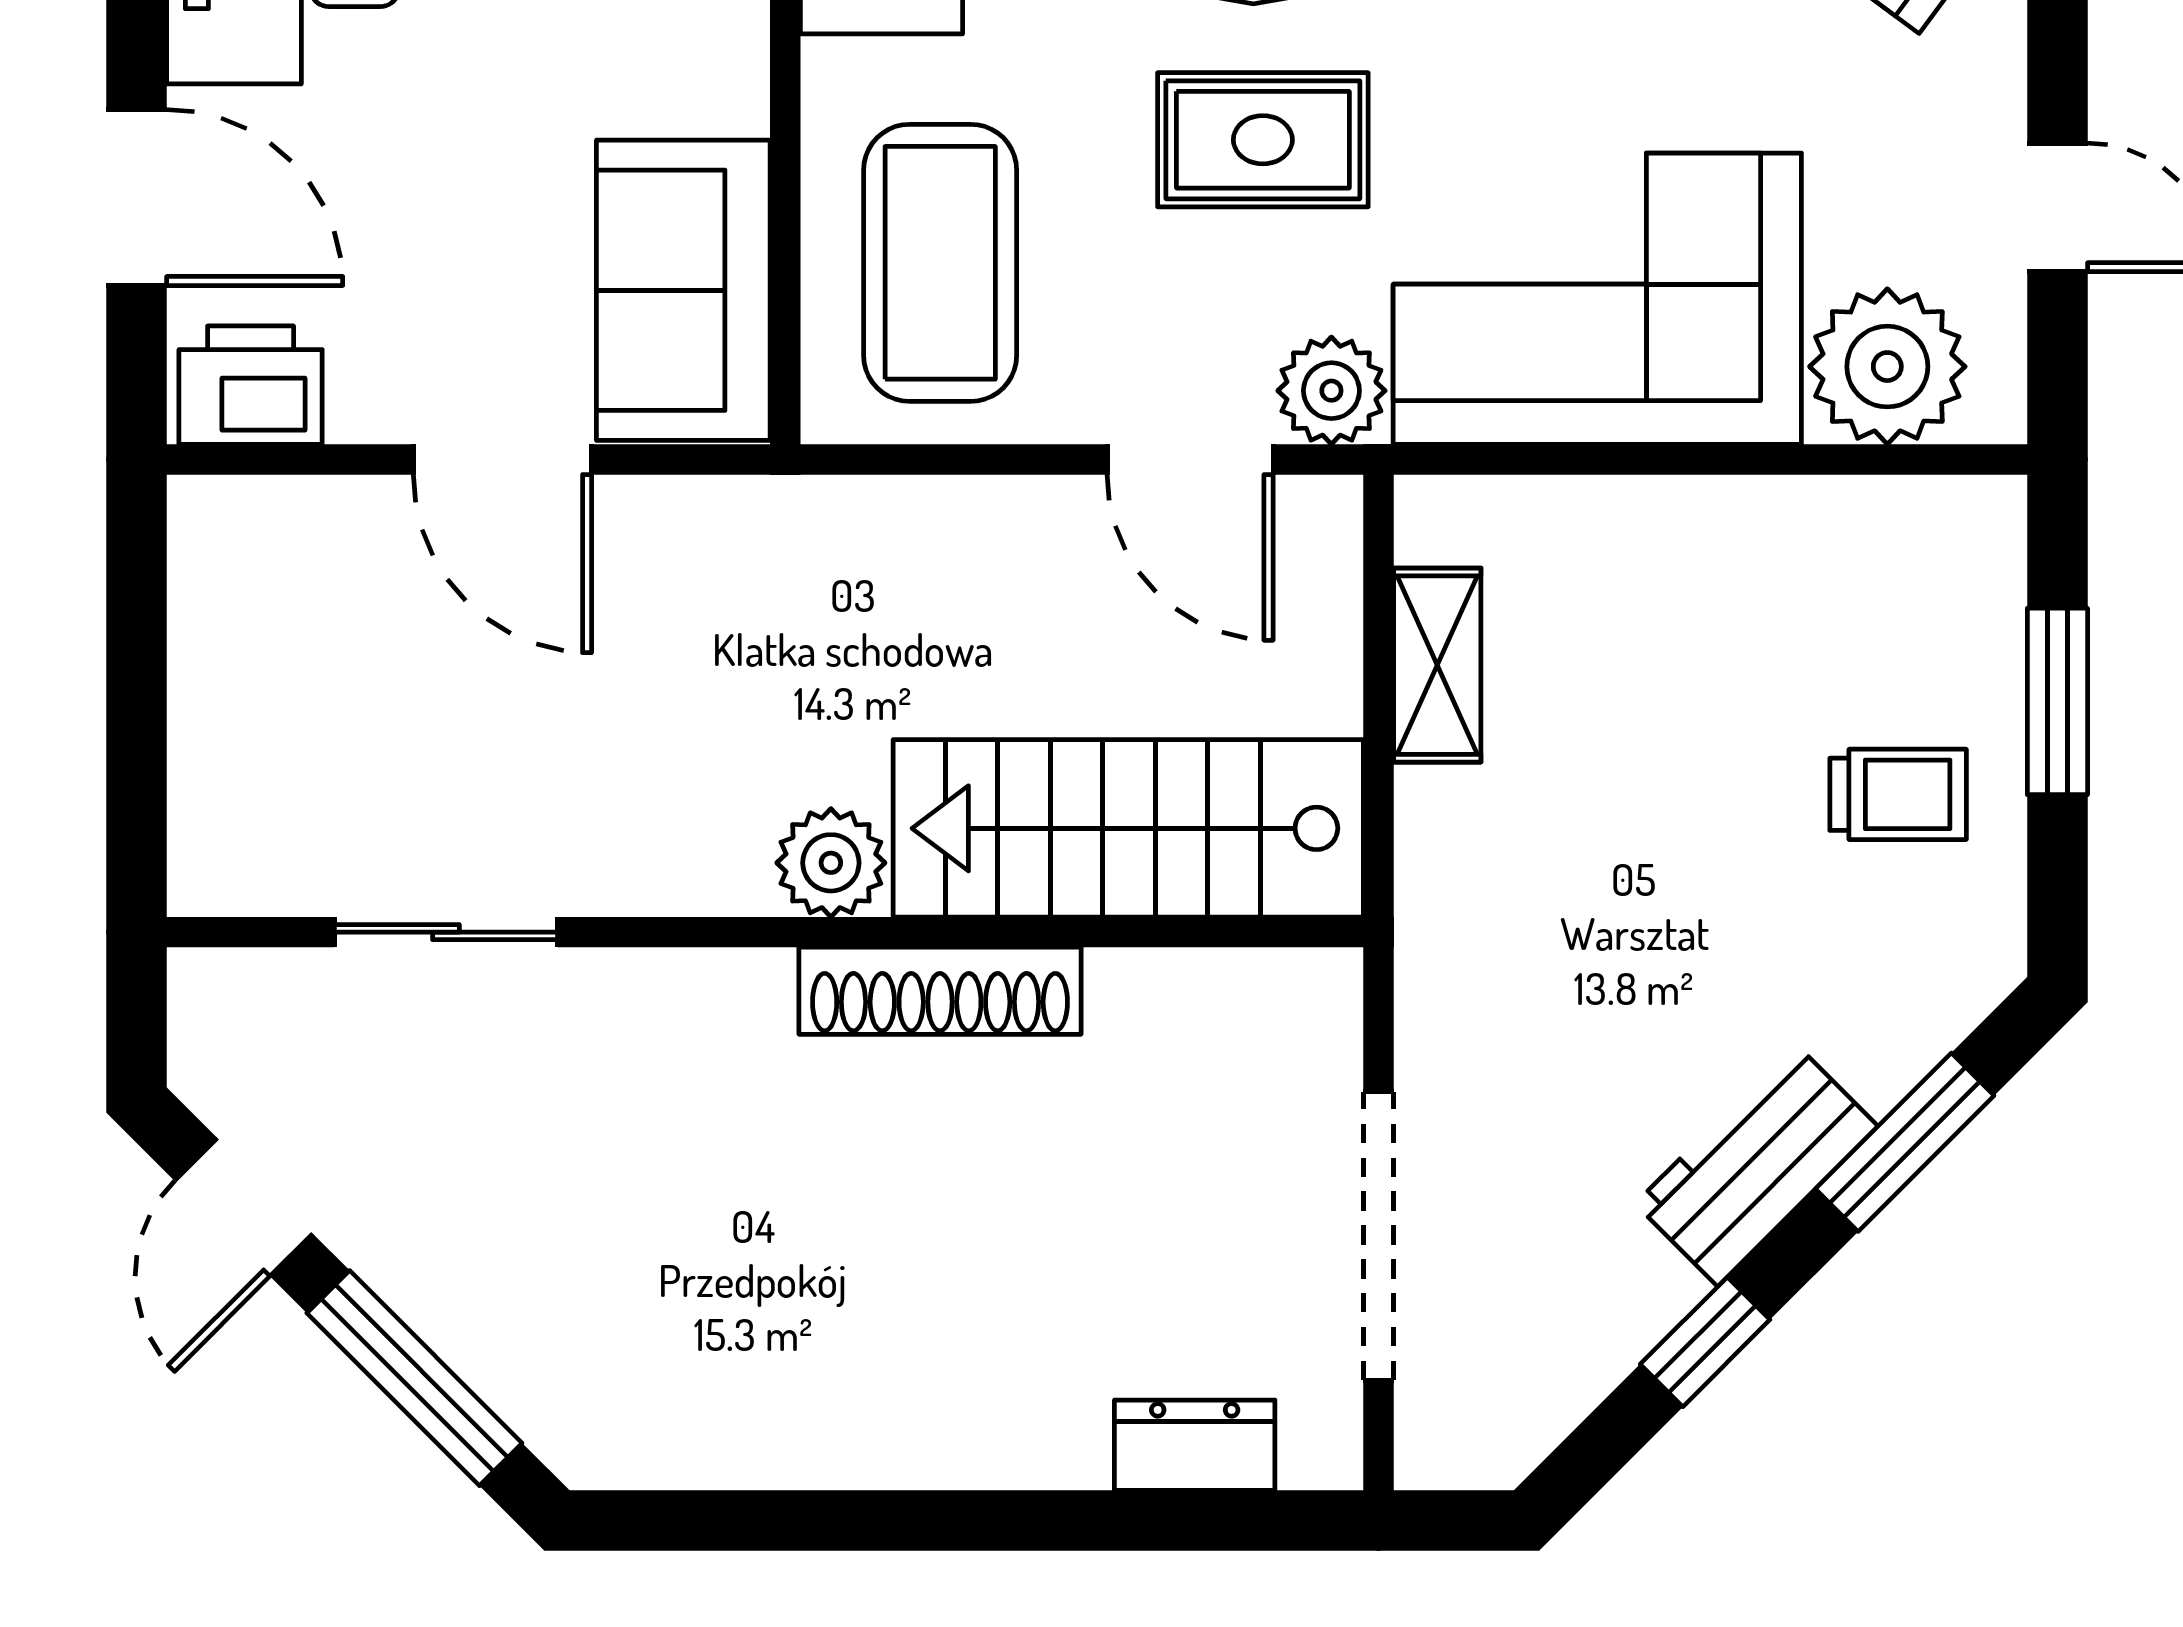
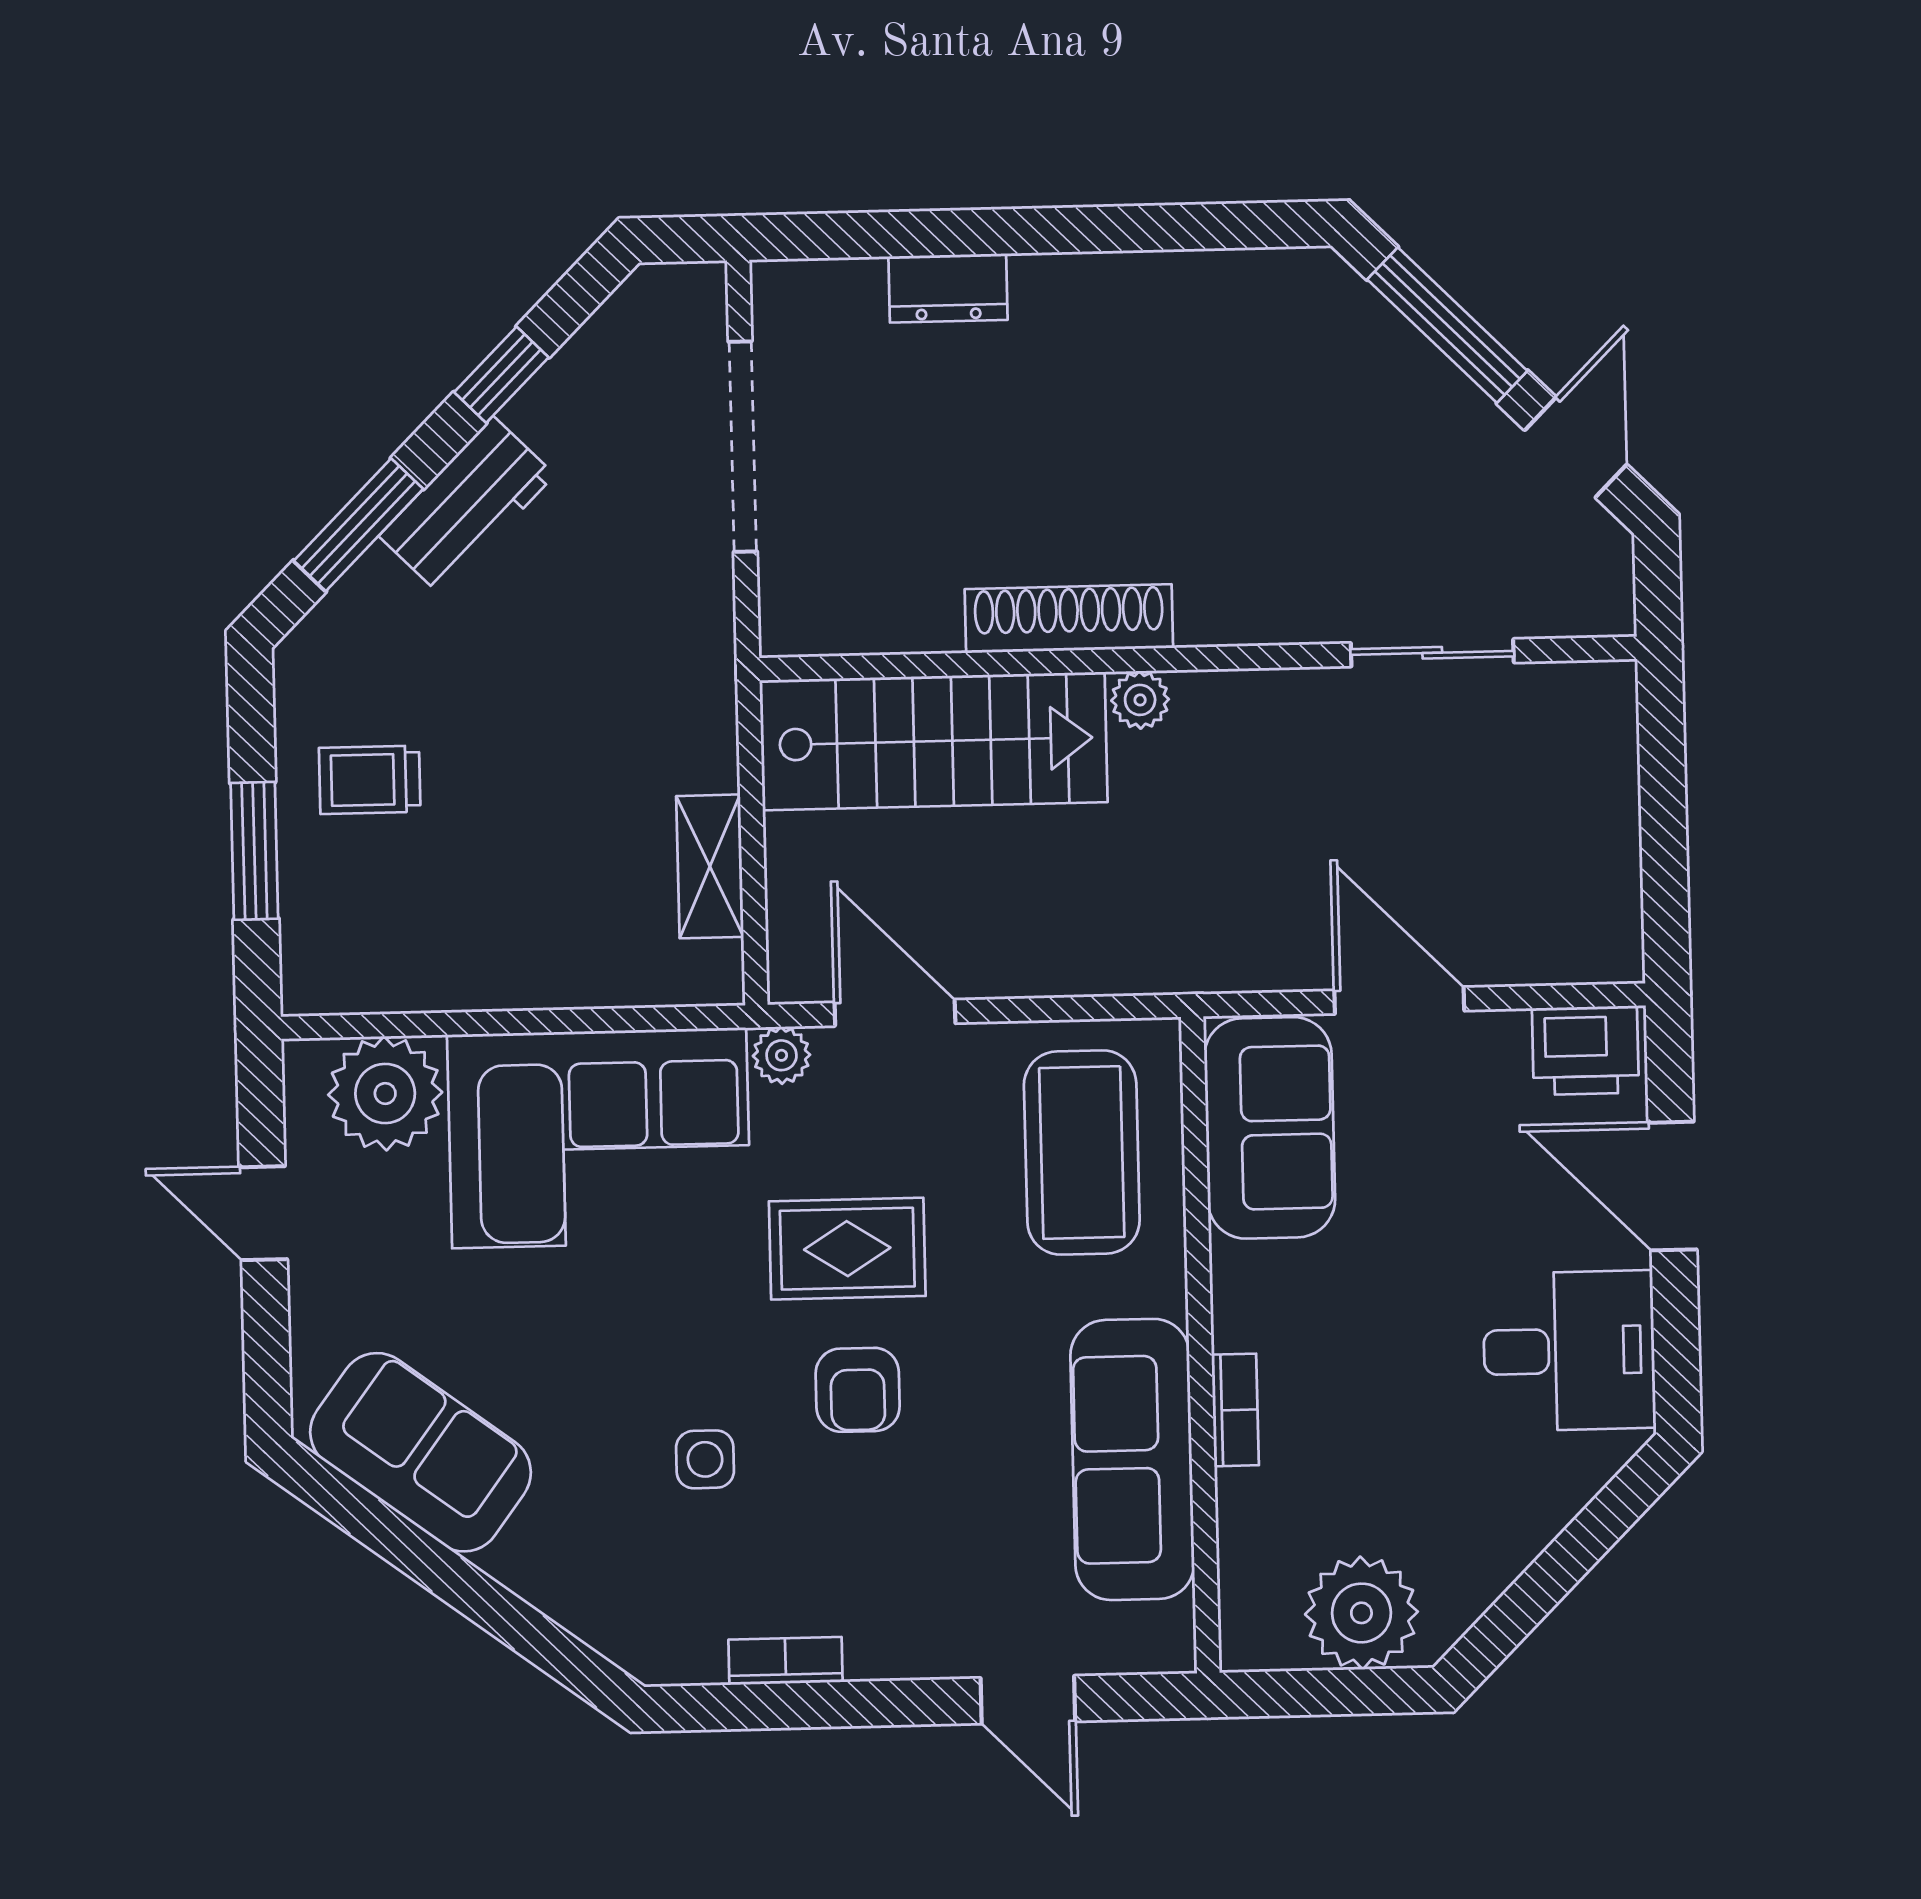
plant: (1331, 391) -> (781, 1055), width x0.73, depth x0.73
plant: (831, 863) -> (1140, 700), width x0.73, depth x0.73
dresser: (1195, 1445) -> (948, 288), moved

